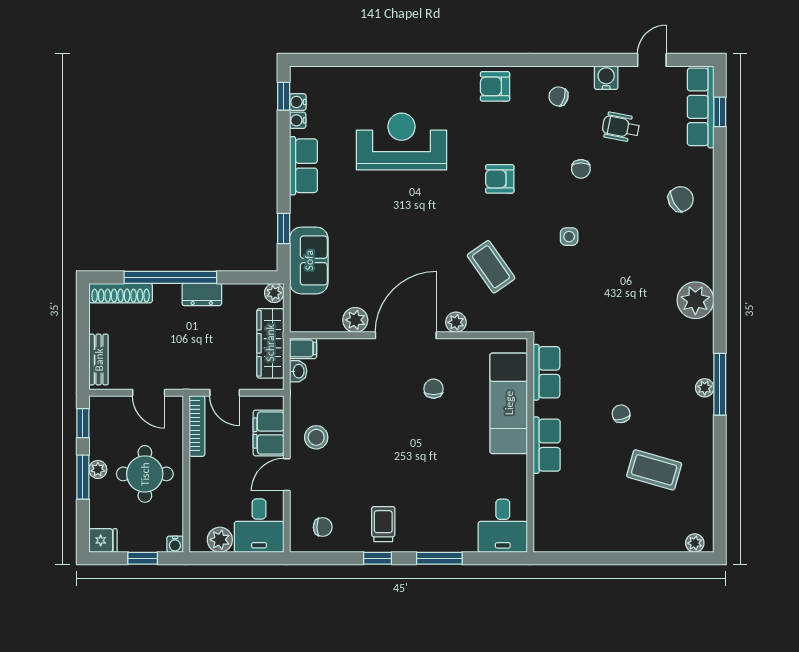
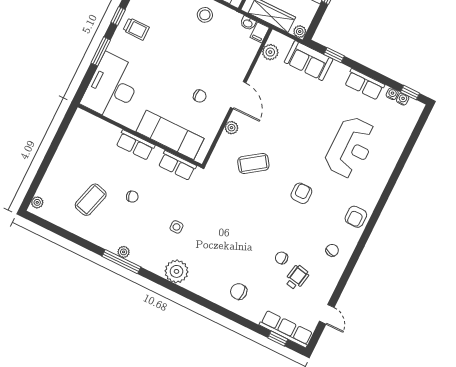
water cooler: (606, 78) -> (329, 283), removed
armchair: (495, 86) -> (356, 217), turned 180
chair: (581, 169) -> (282, 258), moved
chair: (681, 199) -> (239, 292), turned 119
side table: (569, 237) -> (176, 227), moved
plant: (355, 320) -> (270, 52), moved
door: (406, 335) -> (238, 95), width x0.73
desk: (503, 526) -> (112, 87), width x1.87, depth x1.30

